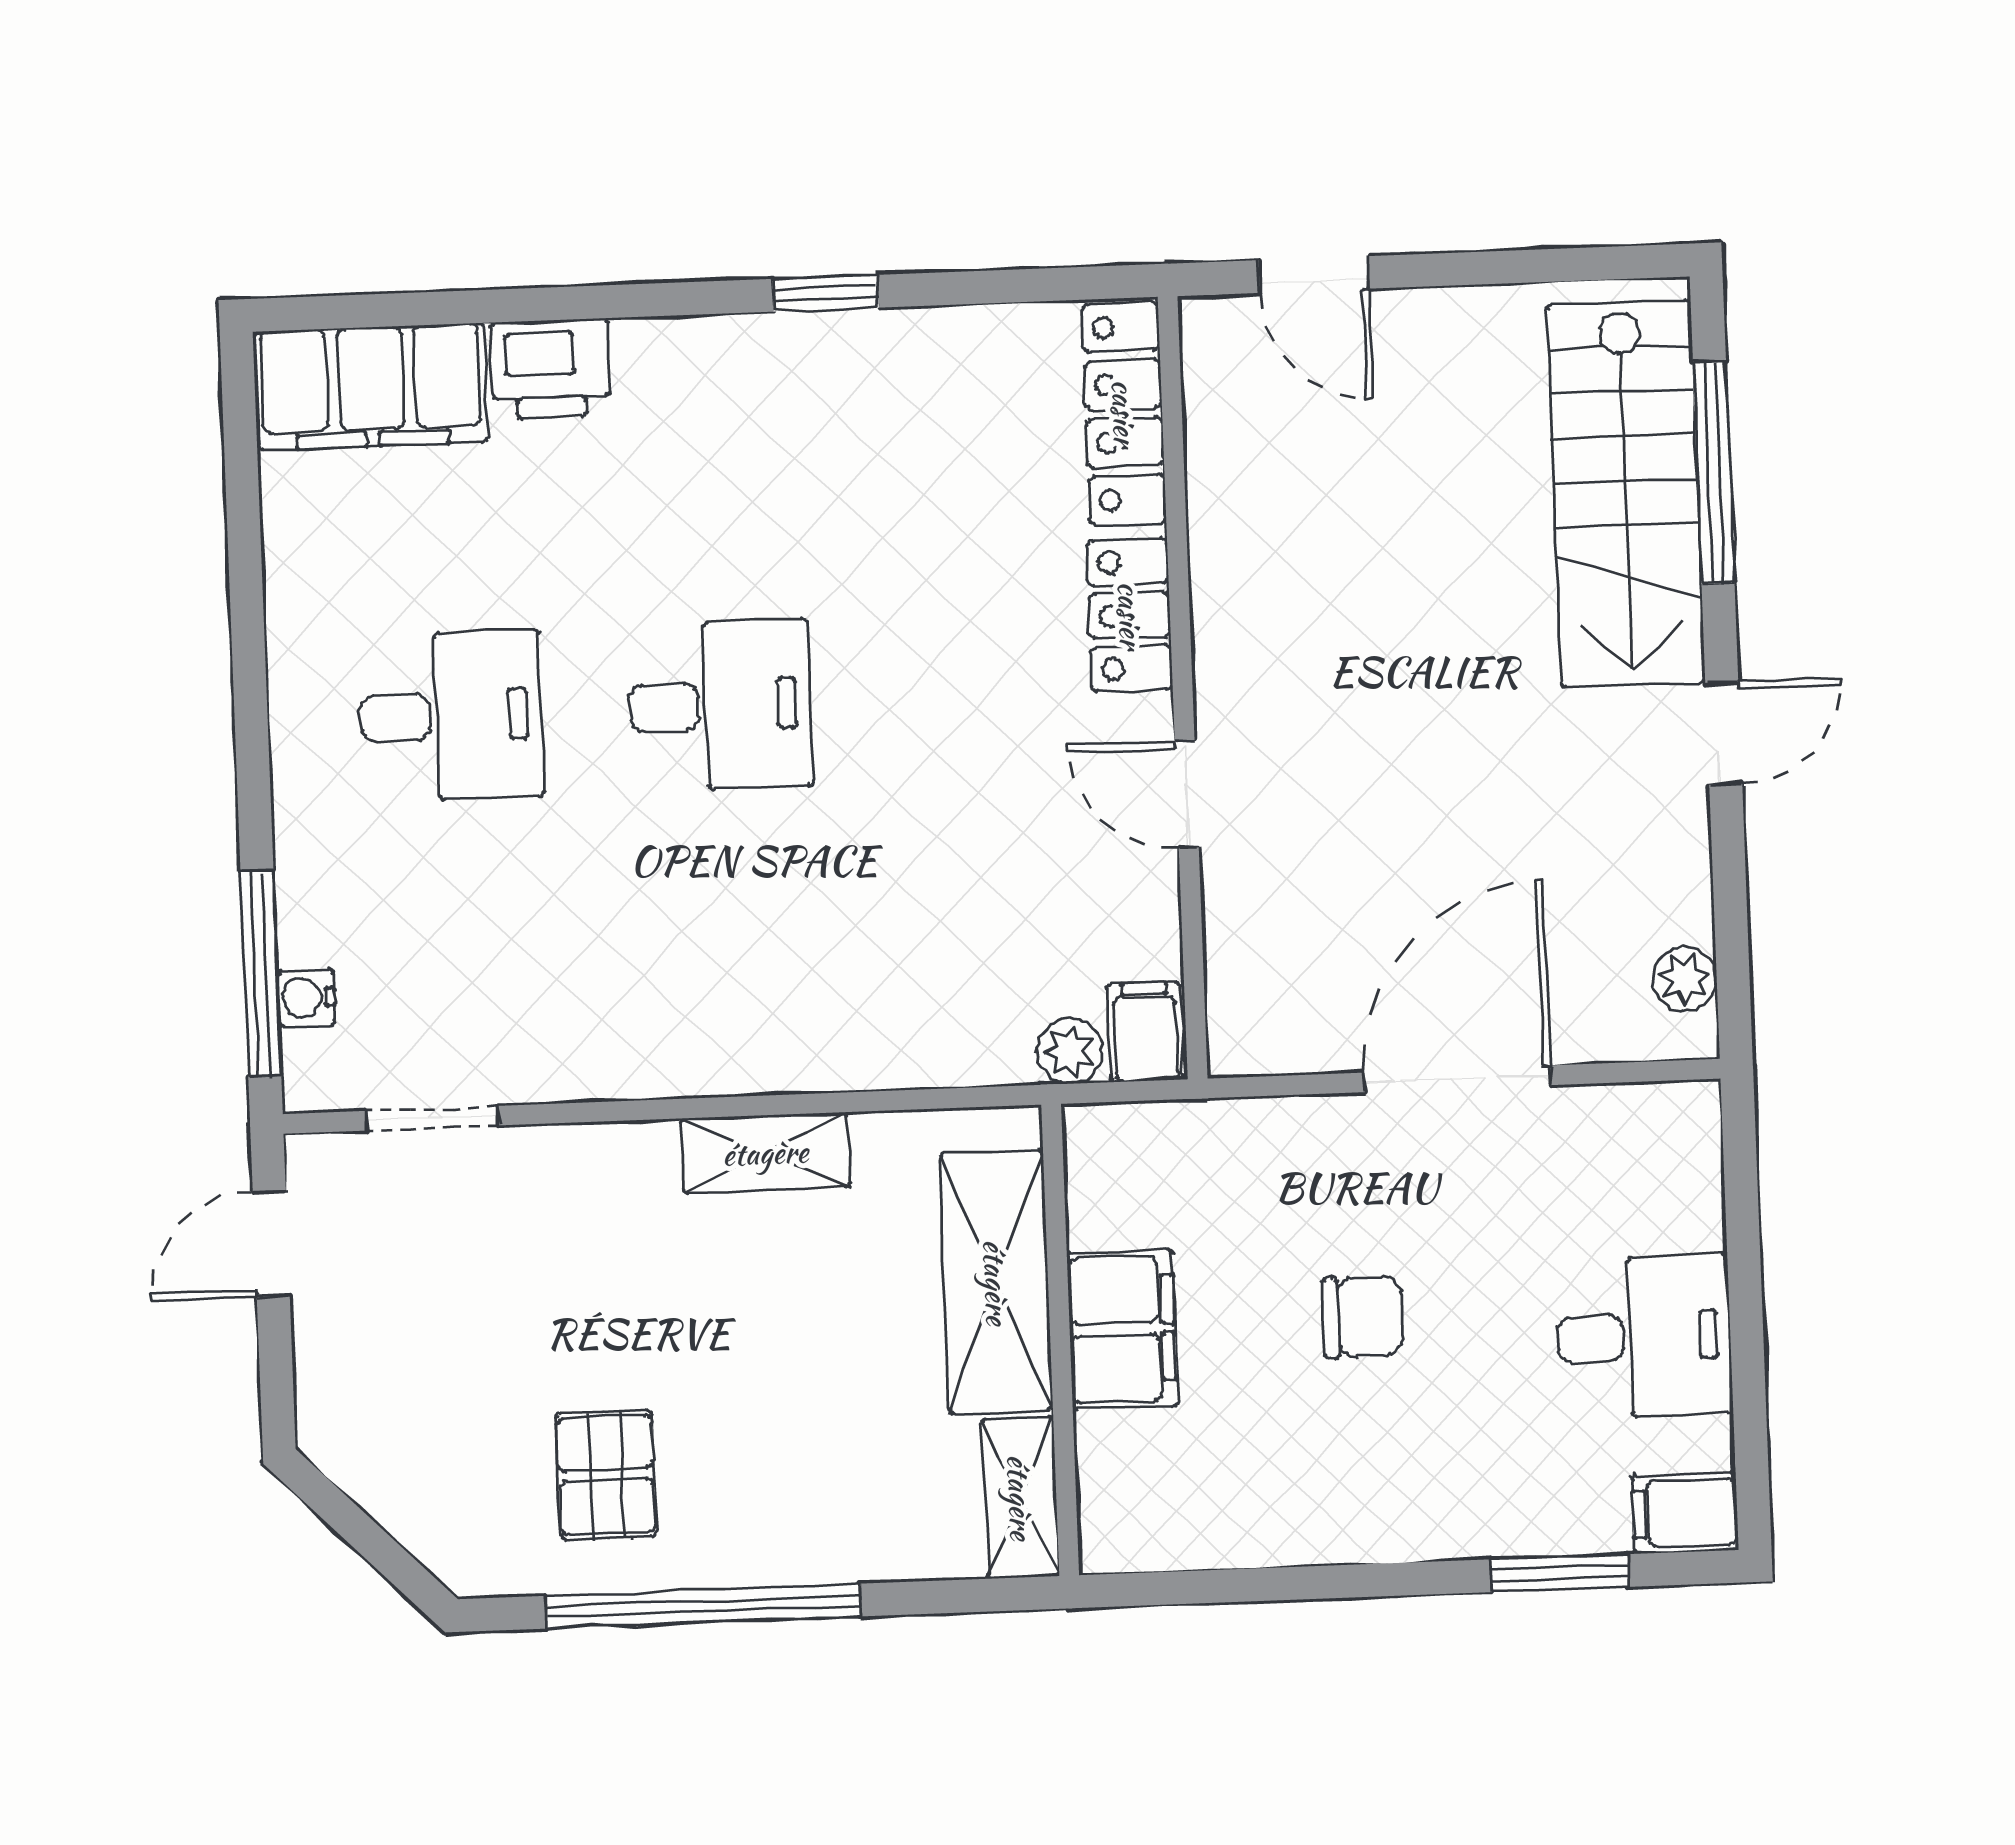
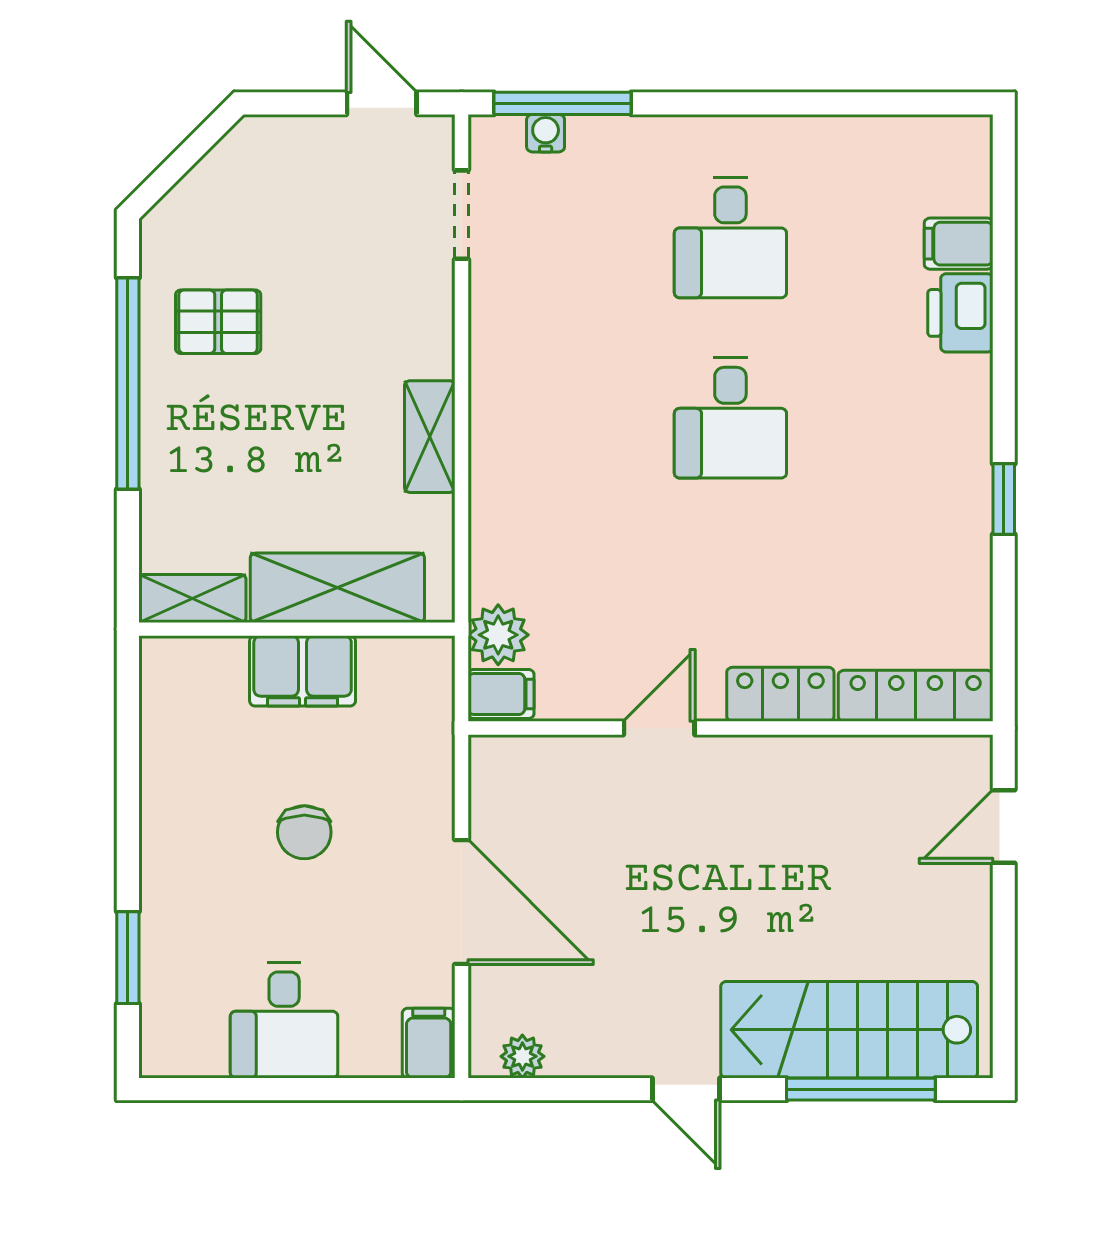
filing cabinet: (371, 387) -> (959, 244), width x0.33, depth x0.86
plant: (1070, 1051) -> (498, 635), width x1.38, depth x1.38
filing cabinet: (1685, 1513) -> (429, 1043), moved

